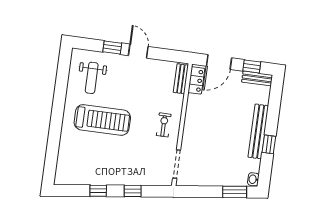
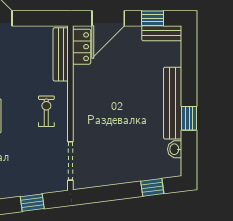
bench: (181, 79) -> (61, 54), width x1.36
washbasin: (253, 179) -> (175, 149), moved
window: (133, 191) -> (32, 203), moved
window: (235, 192) -> (152, 187), width x0.67

